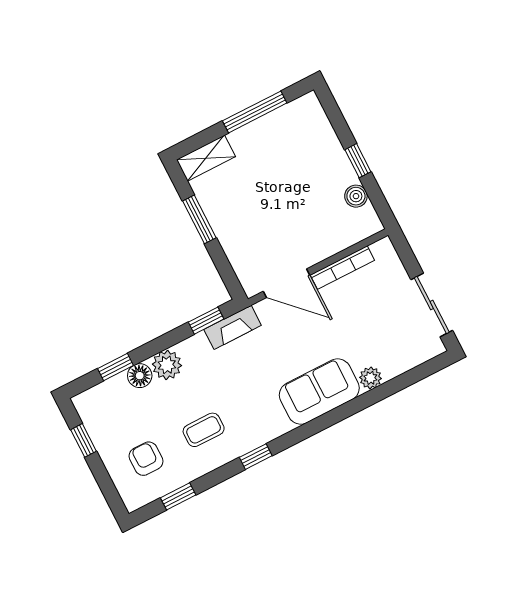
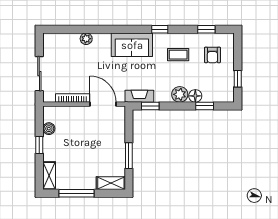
shelving: (315, 118) -> (49, 176), added
sliding door: (432, 305) -> (39, 74), moved
sofa: (319, 392) -> (132, 45), moved

